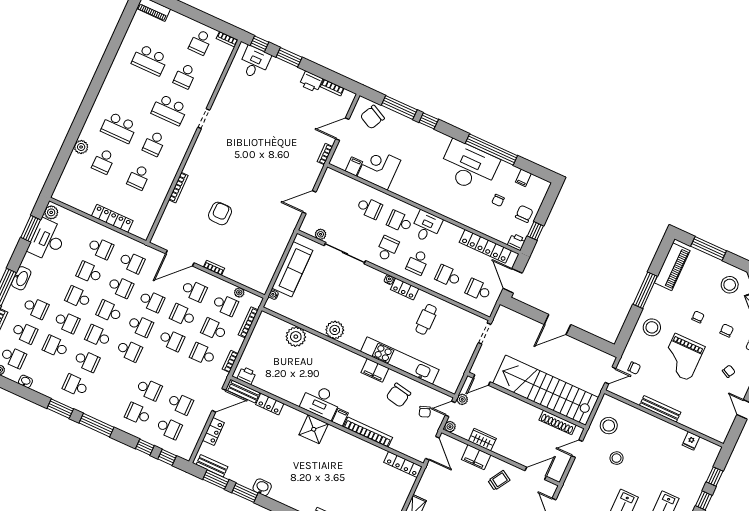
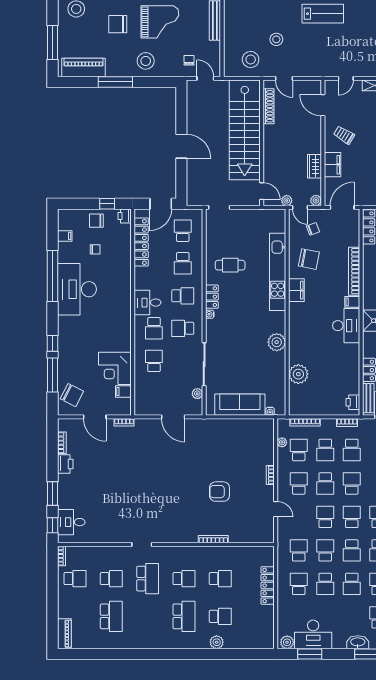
door: (180, 258) -> (276, 509), width x0.53
school desk: (478, 290) -> (183, 231), turned 180
chair: (698, 317) -> (118, 24), width x1.87, depth x1.87

